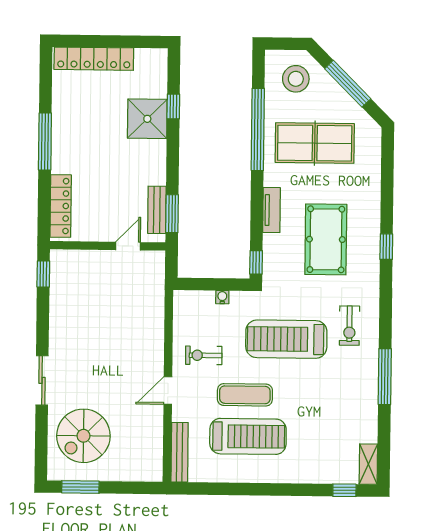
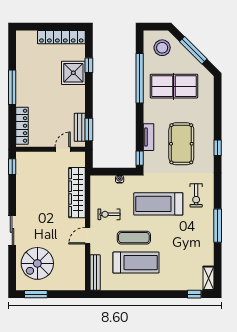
locker: (94, 59) -> (61, 37), moved
tv unit: (271, 210) -> (148, 137), moved
wardrobe: (151, 319) -> (77, 193), added

